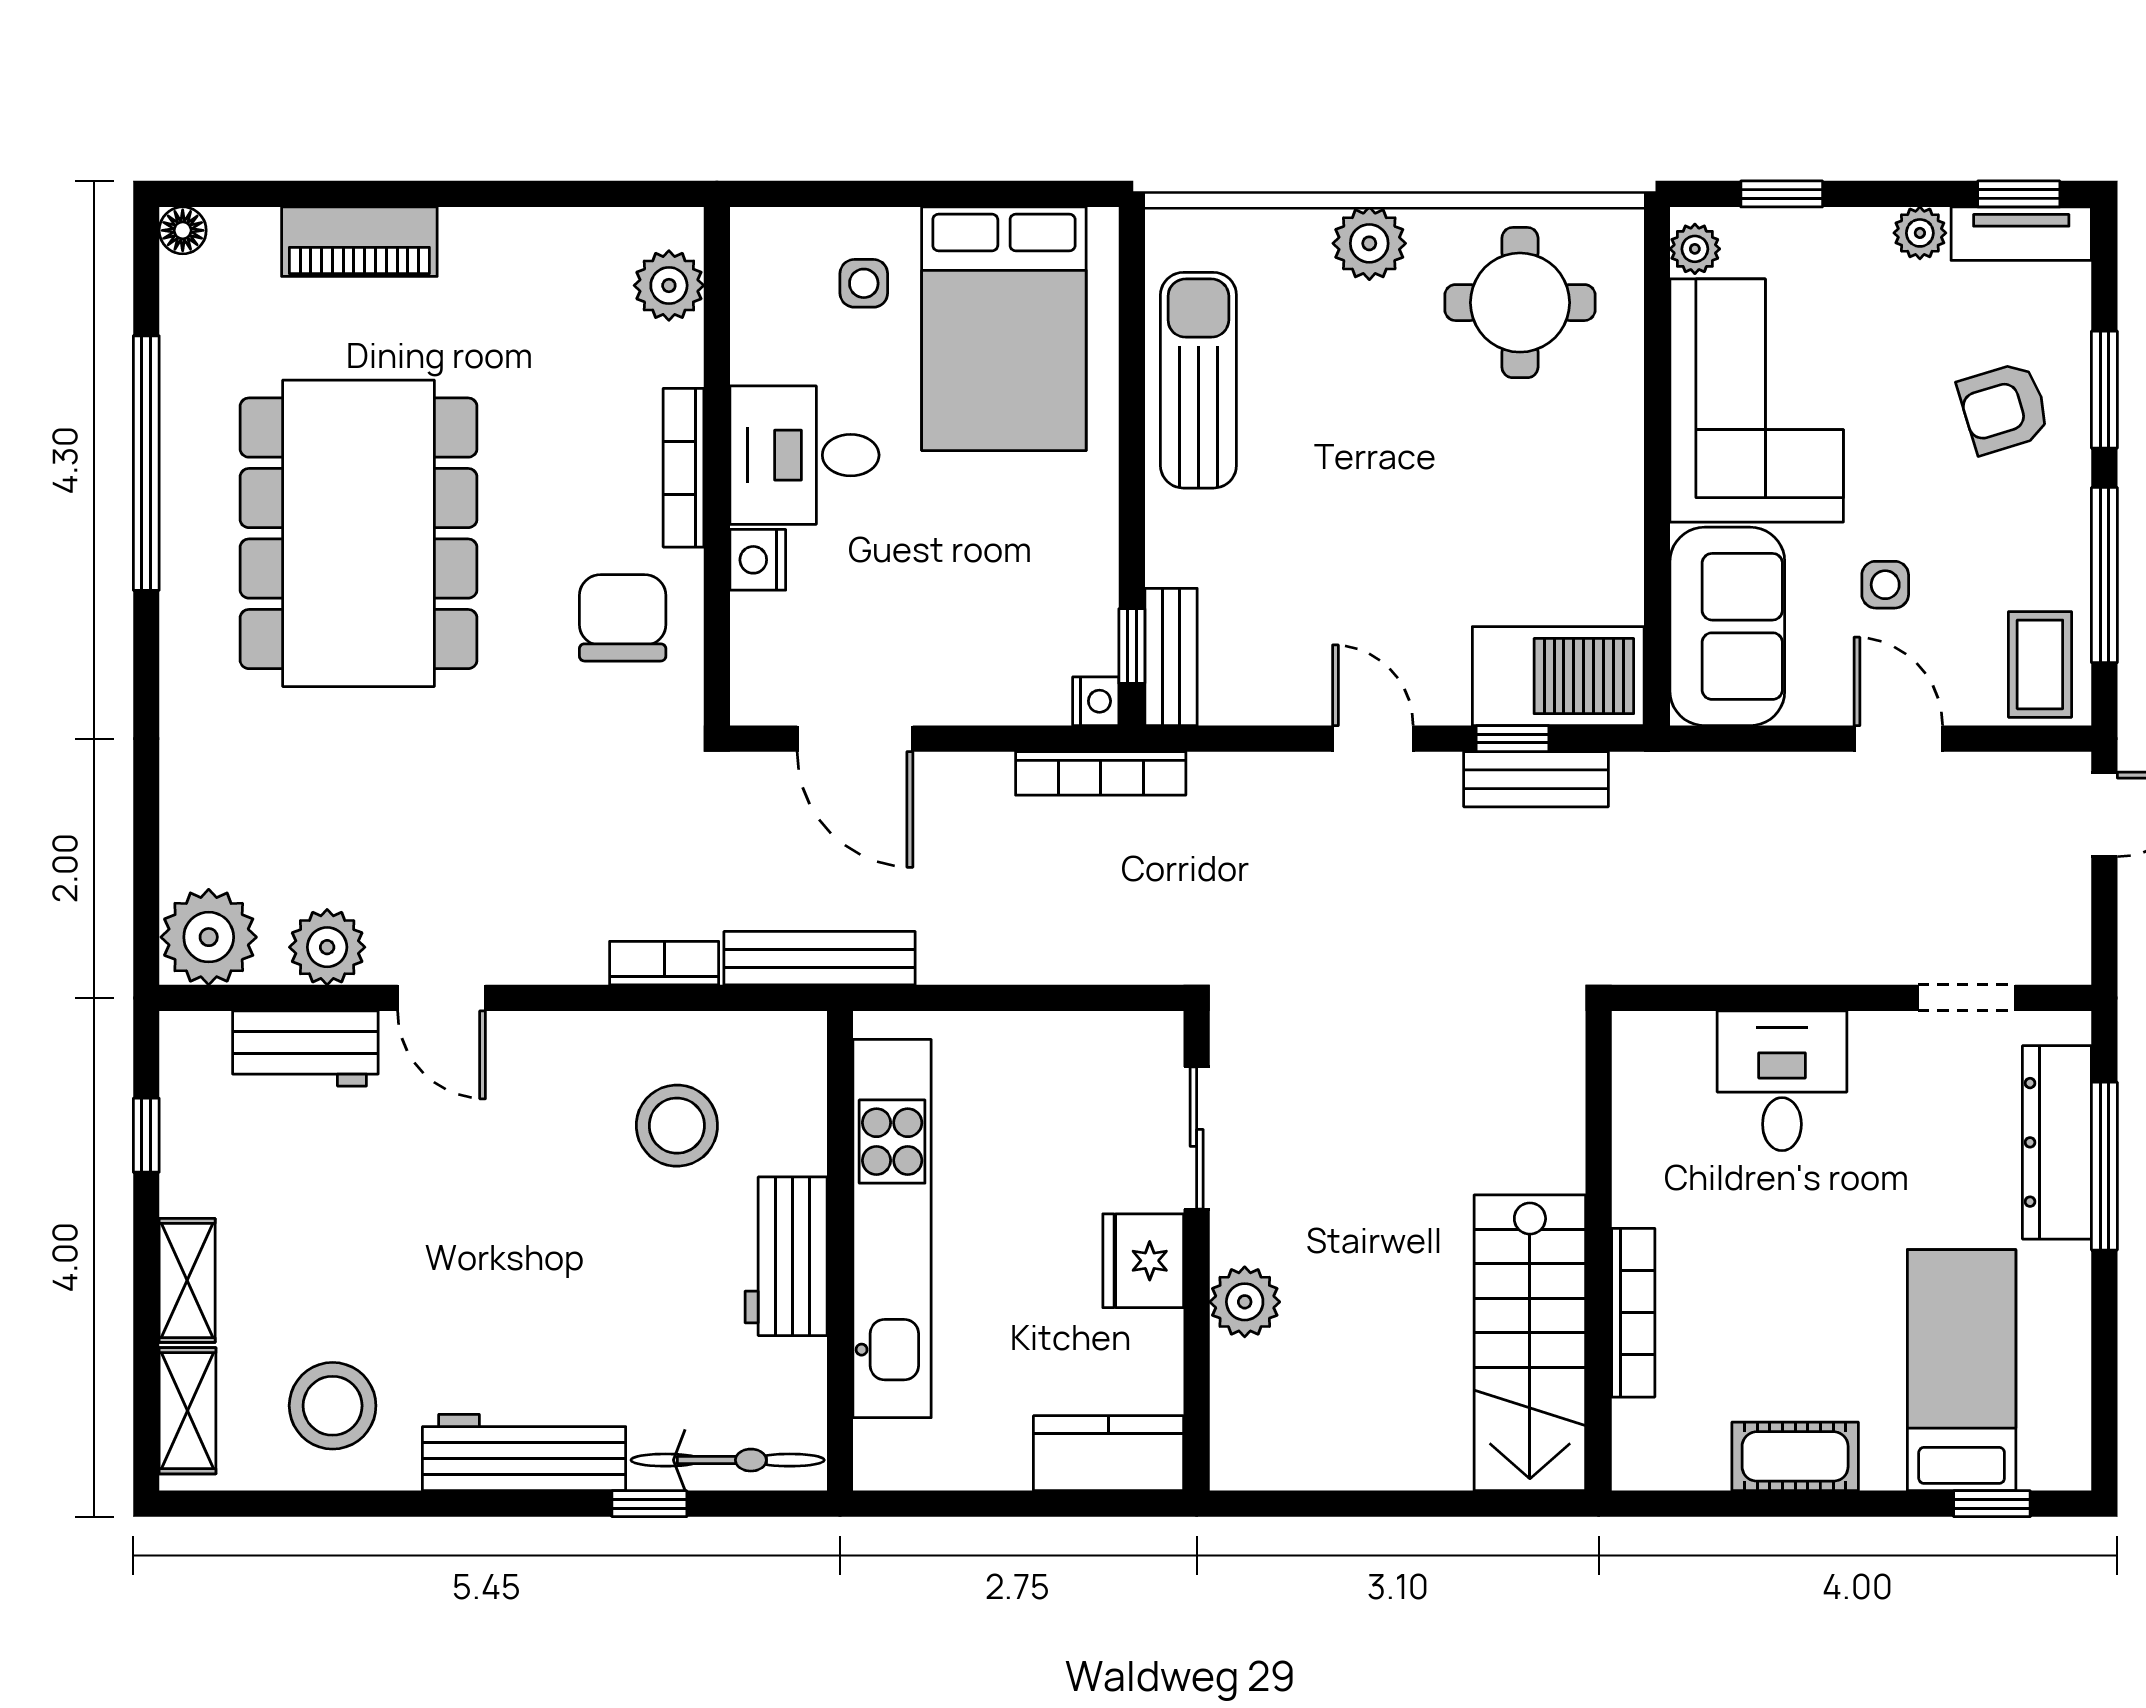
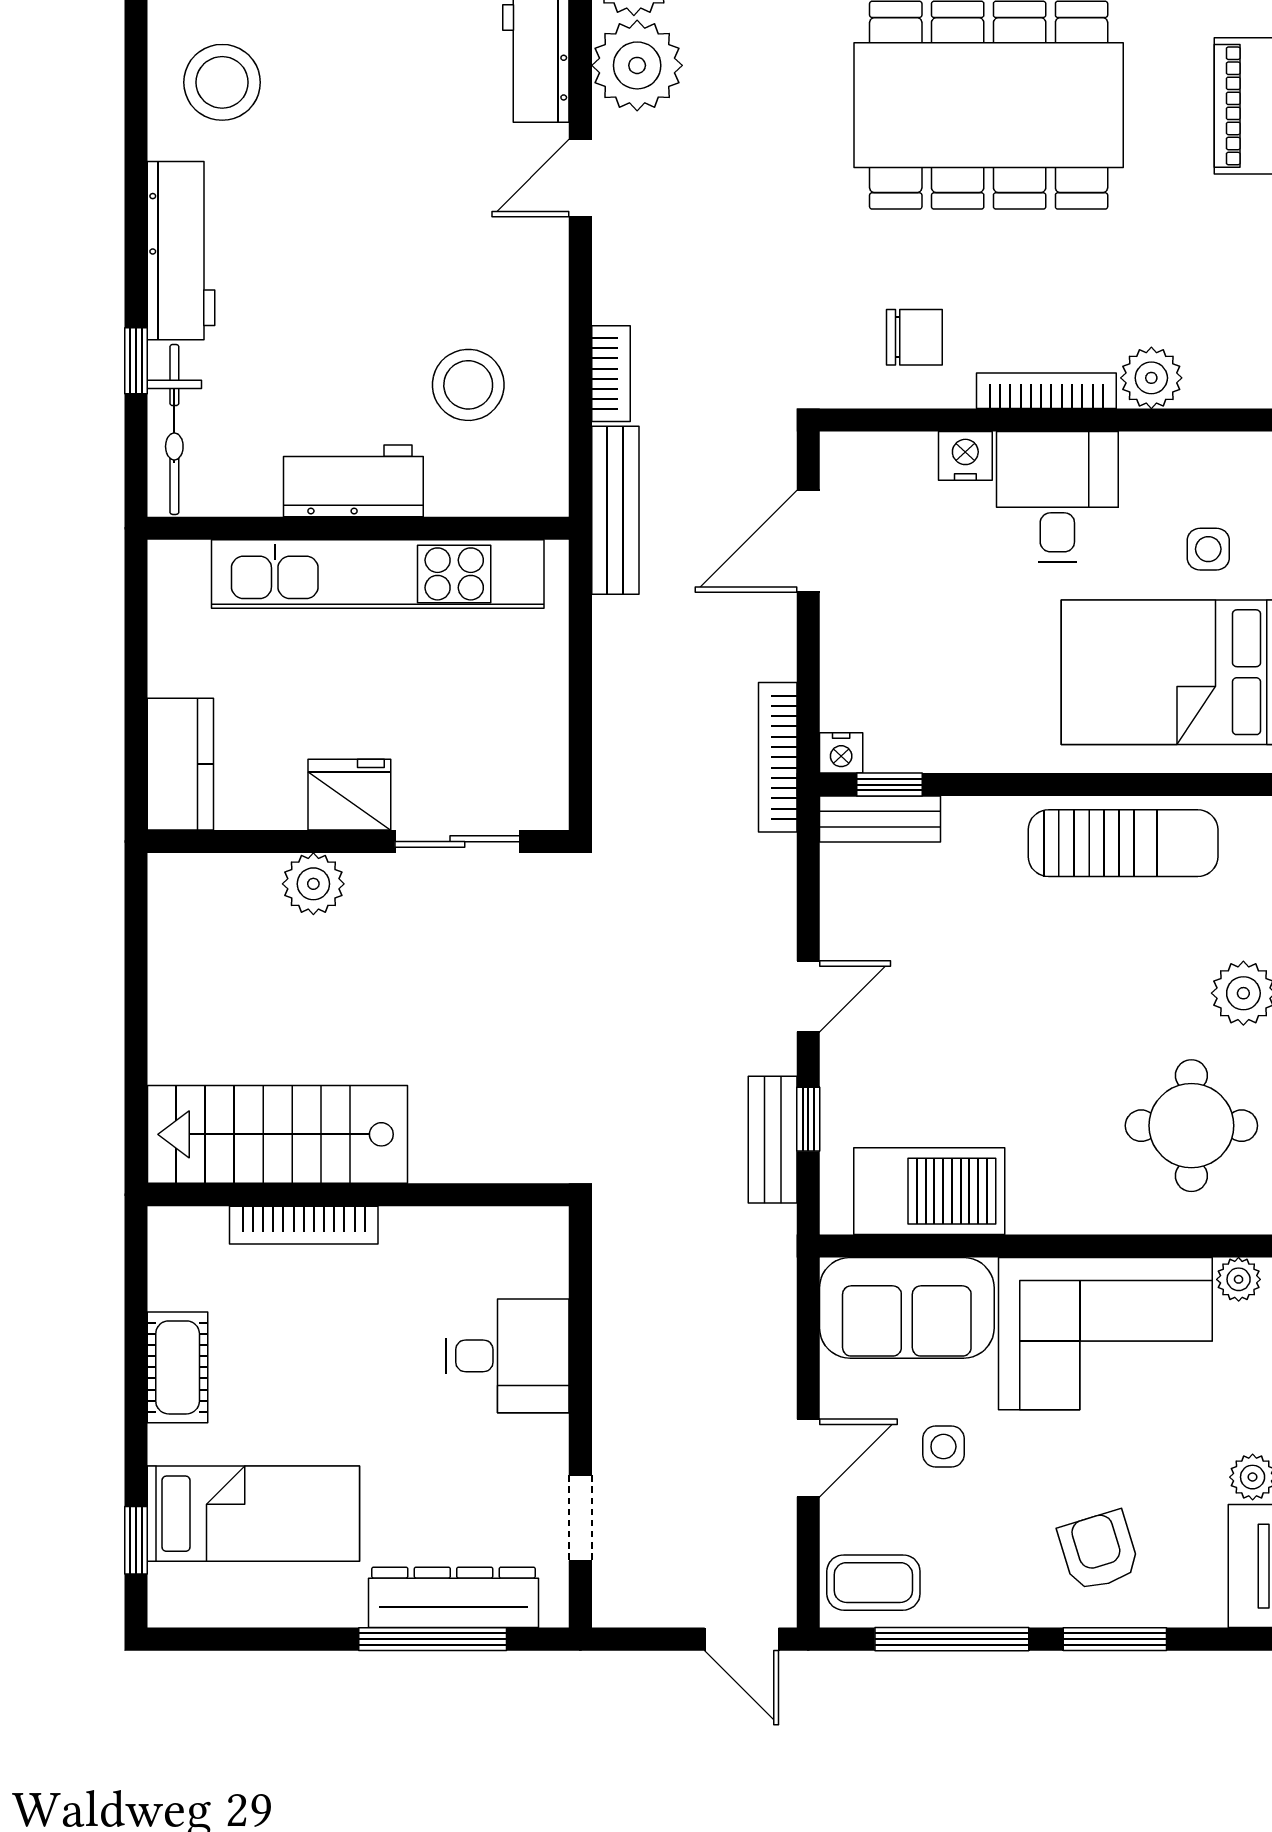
plant: (669, 285) -> (1151, 378), moved
chair: (623, 618) -> (914, 337), width x0.73, depth x0.73
barbecue: (1558, 676) -> (929, 1191), moved, turned -90
plant: (327, 947) -> (637, 65), width x1.36, depth x1.36

